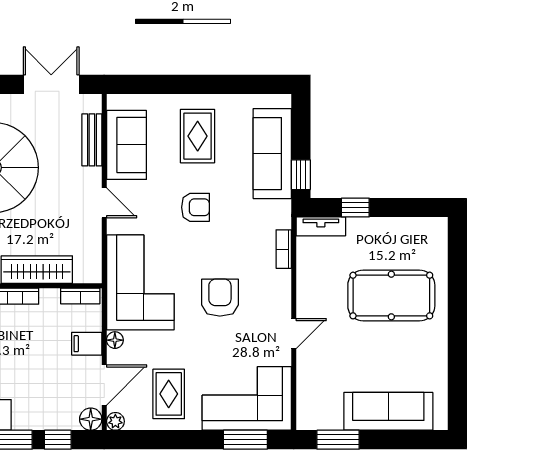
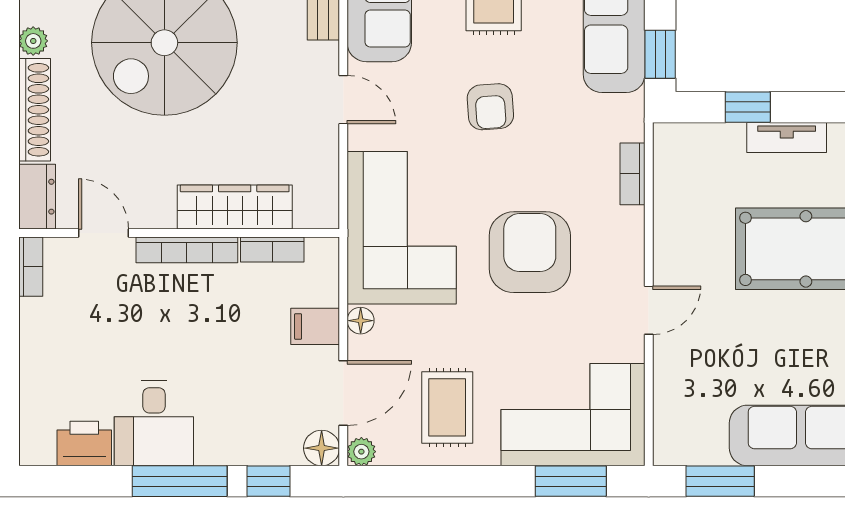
armchair: (195, 207) -> (490, 107), turned 86
tv unit: (321, 226) -> (787, 138), moved
bookcase: (80, 296) -> (272, 250), moved
armchair: (220, 298) -> (530, 252), width x1.36, depth x1.36

